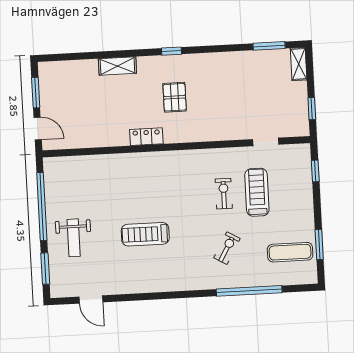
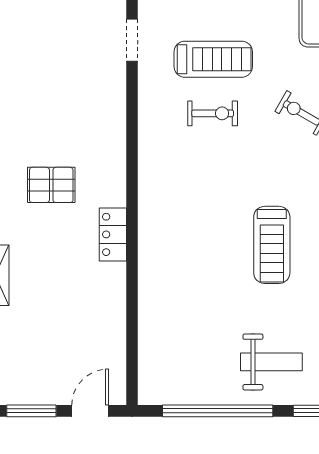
treadmill: (257, 192) -> (213, 59), turned 180
exercise bike: (224, 194) -> (213, 113), turned 180

